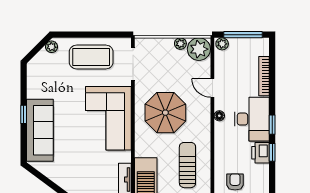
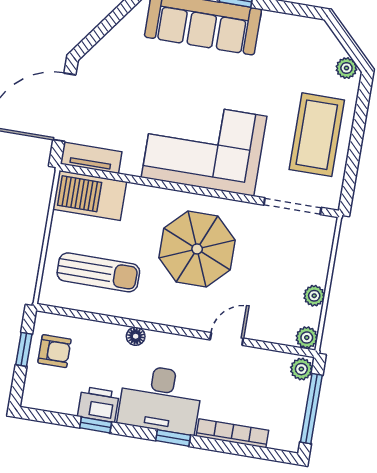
plant: (199, 49) -> (307, 338), width x0.53, depth x0.53
floor lamp: (219, 116) -> (136, 336), moved
window: (272, 125) -> (173, 438), moved

